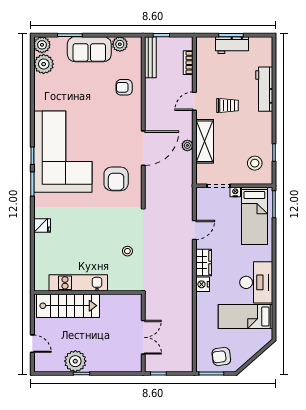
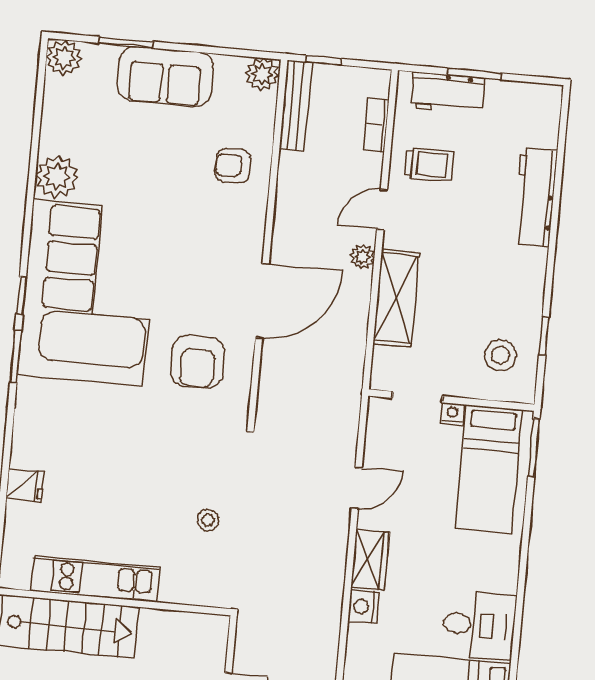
plant: (120, 44) -> (262, 74), moved
workbench: (232, 45) -> (448, 93), moved
plant: (44, 64) -> (57, 177), moved
trolley: (228, 106) -> (429, 165), moved
plant: (187, 145) -> (362, 257), moved
fridge: (42, 226) -> (25, 485), moved
desk: (256, 282) -> (479, 625), width x0.73

